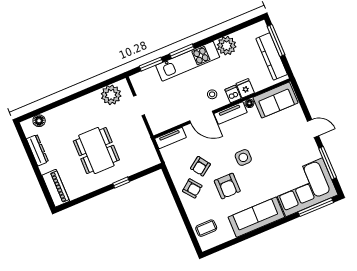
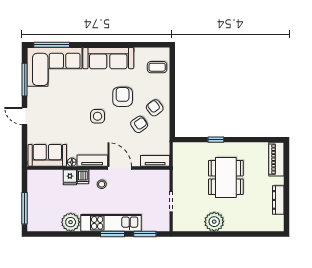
kitchen counter: (272, 56) -> (34, 196), removed
plant: (111, 95) -> (214, 222), moved
floor lamp: (39, 121) -> (266, 226), removed

